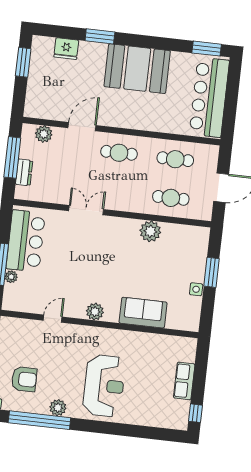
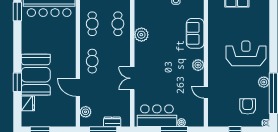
booth: (137, 69) -> (36, 75), moved

